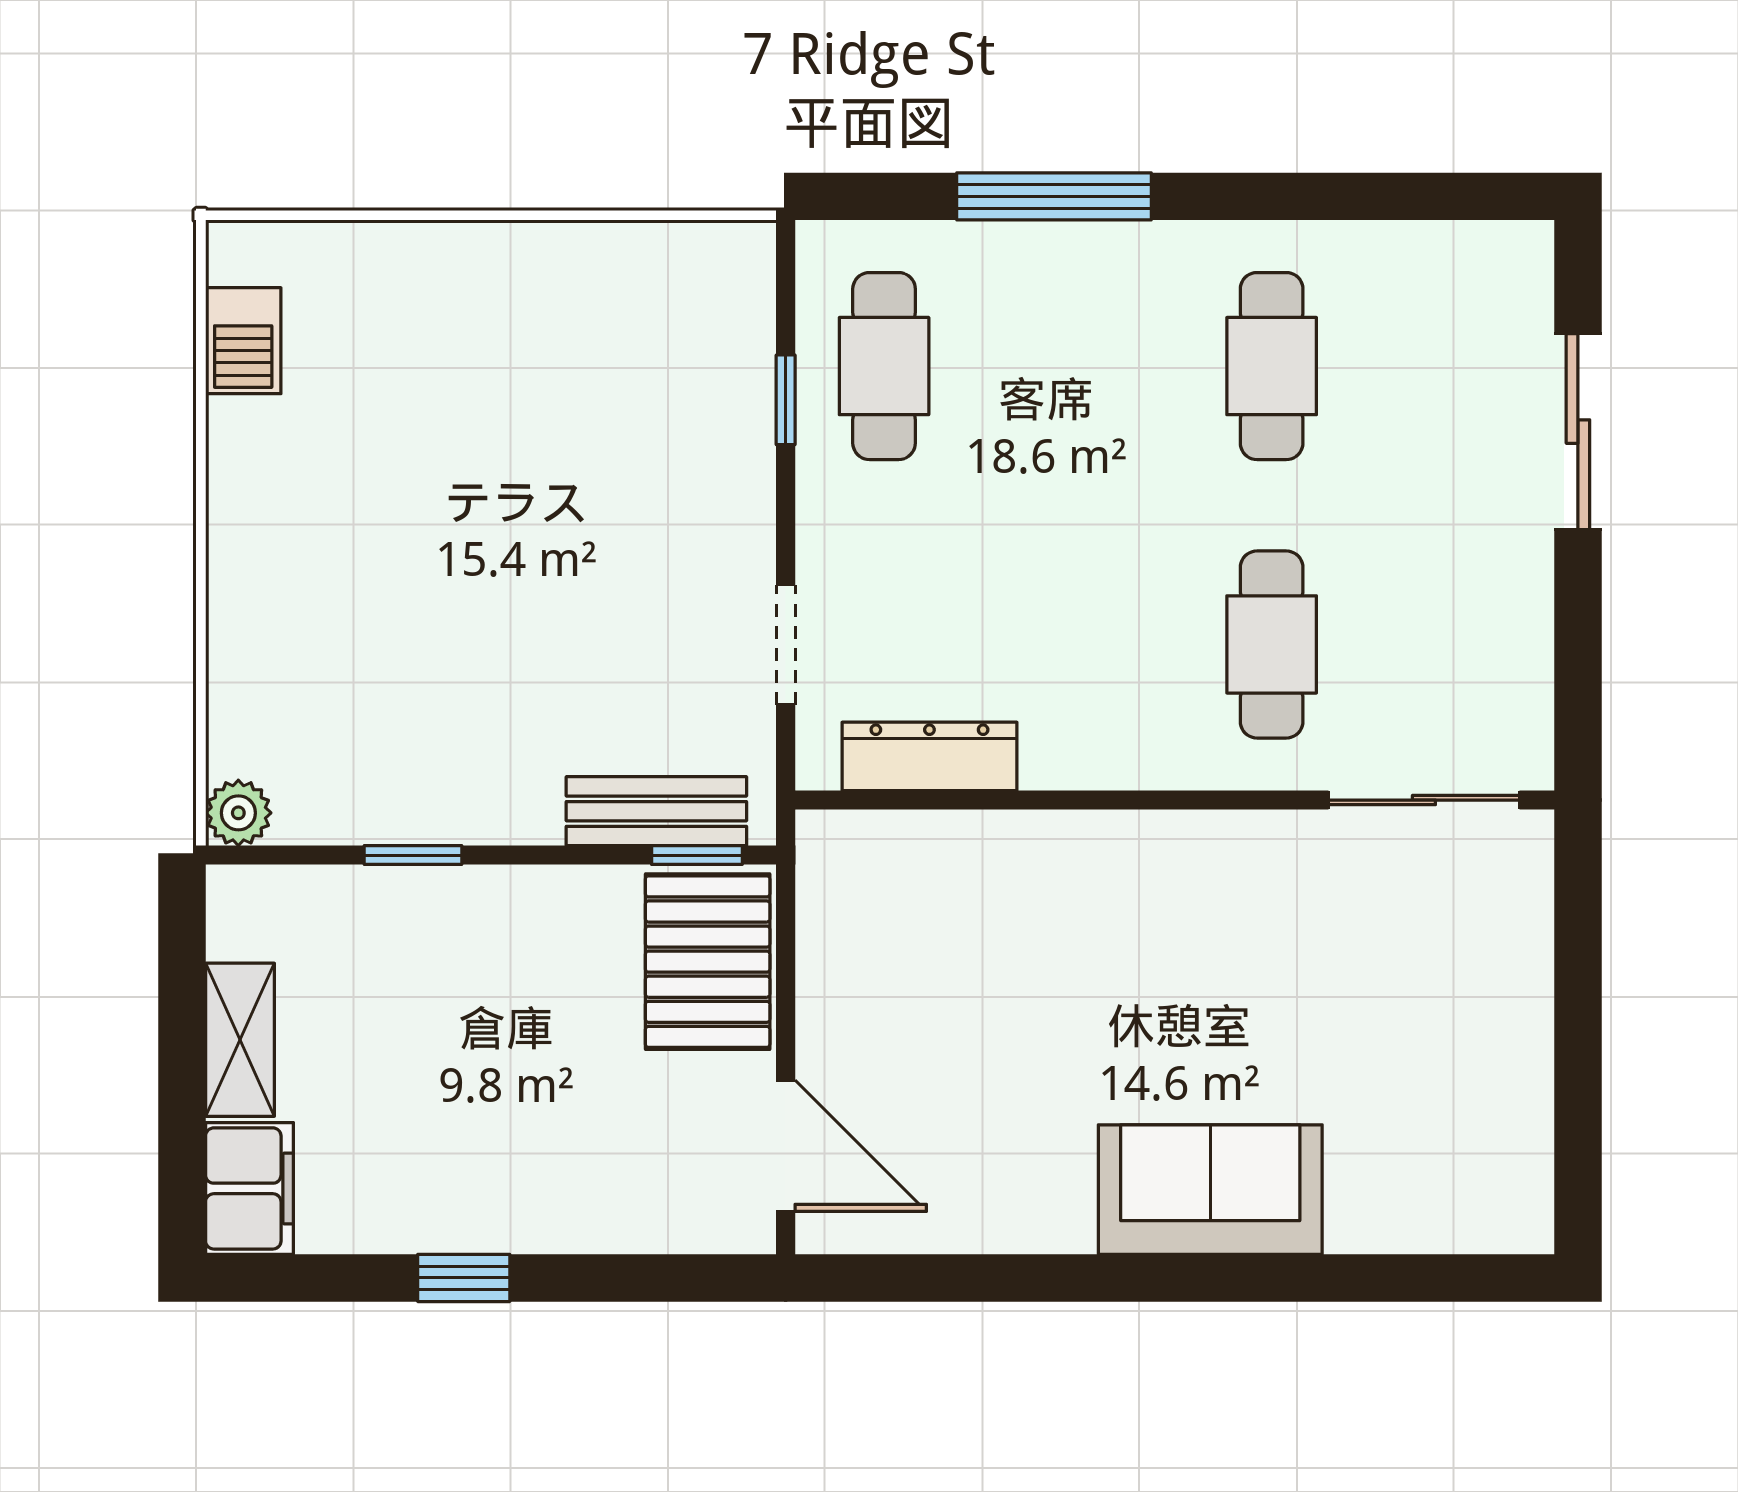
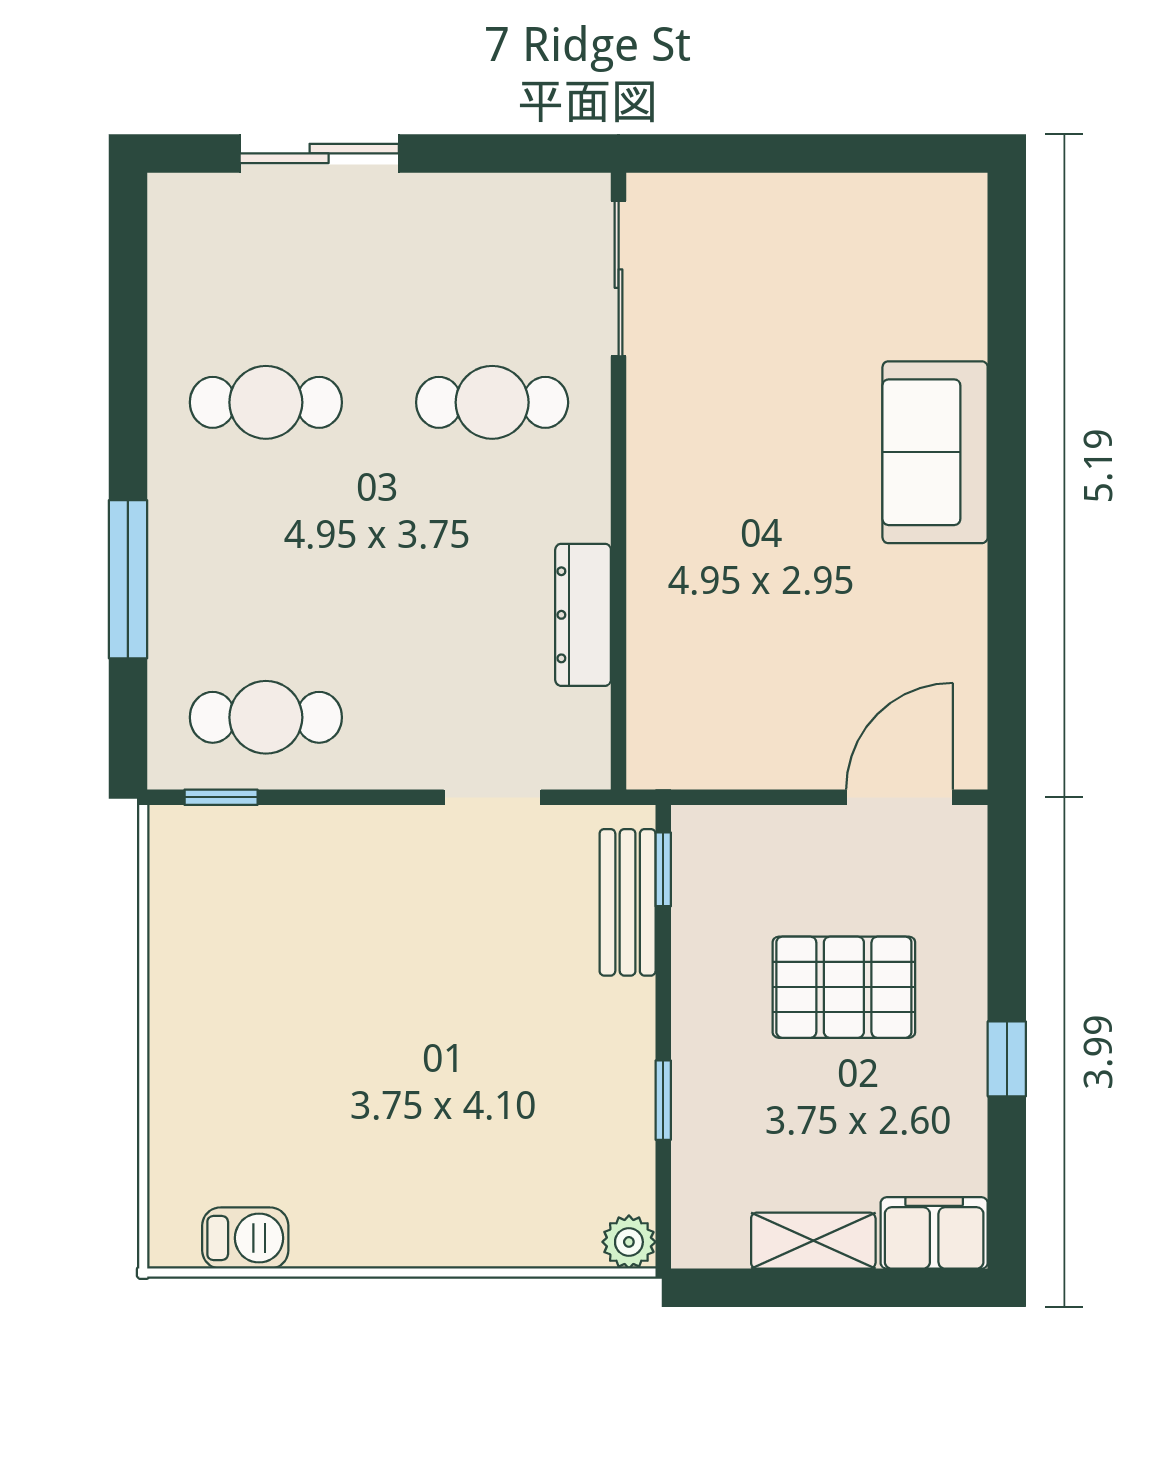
window: (786, 400) -> (221, 797), moved
dresser: (929, 756) -> (583, 615), moved
pallet: (708, 962) -> (844, 987), moved

